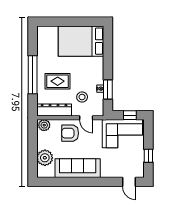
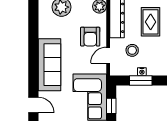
armchair: (70, 133) -> (90, 37), turned 180
sofa: (78, 168) -> (49, 65), moved
door: (129, 182) -> (33, 105), swing flipped

